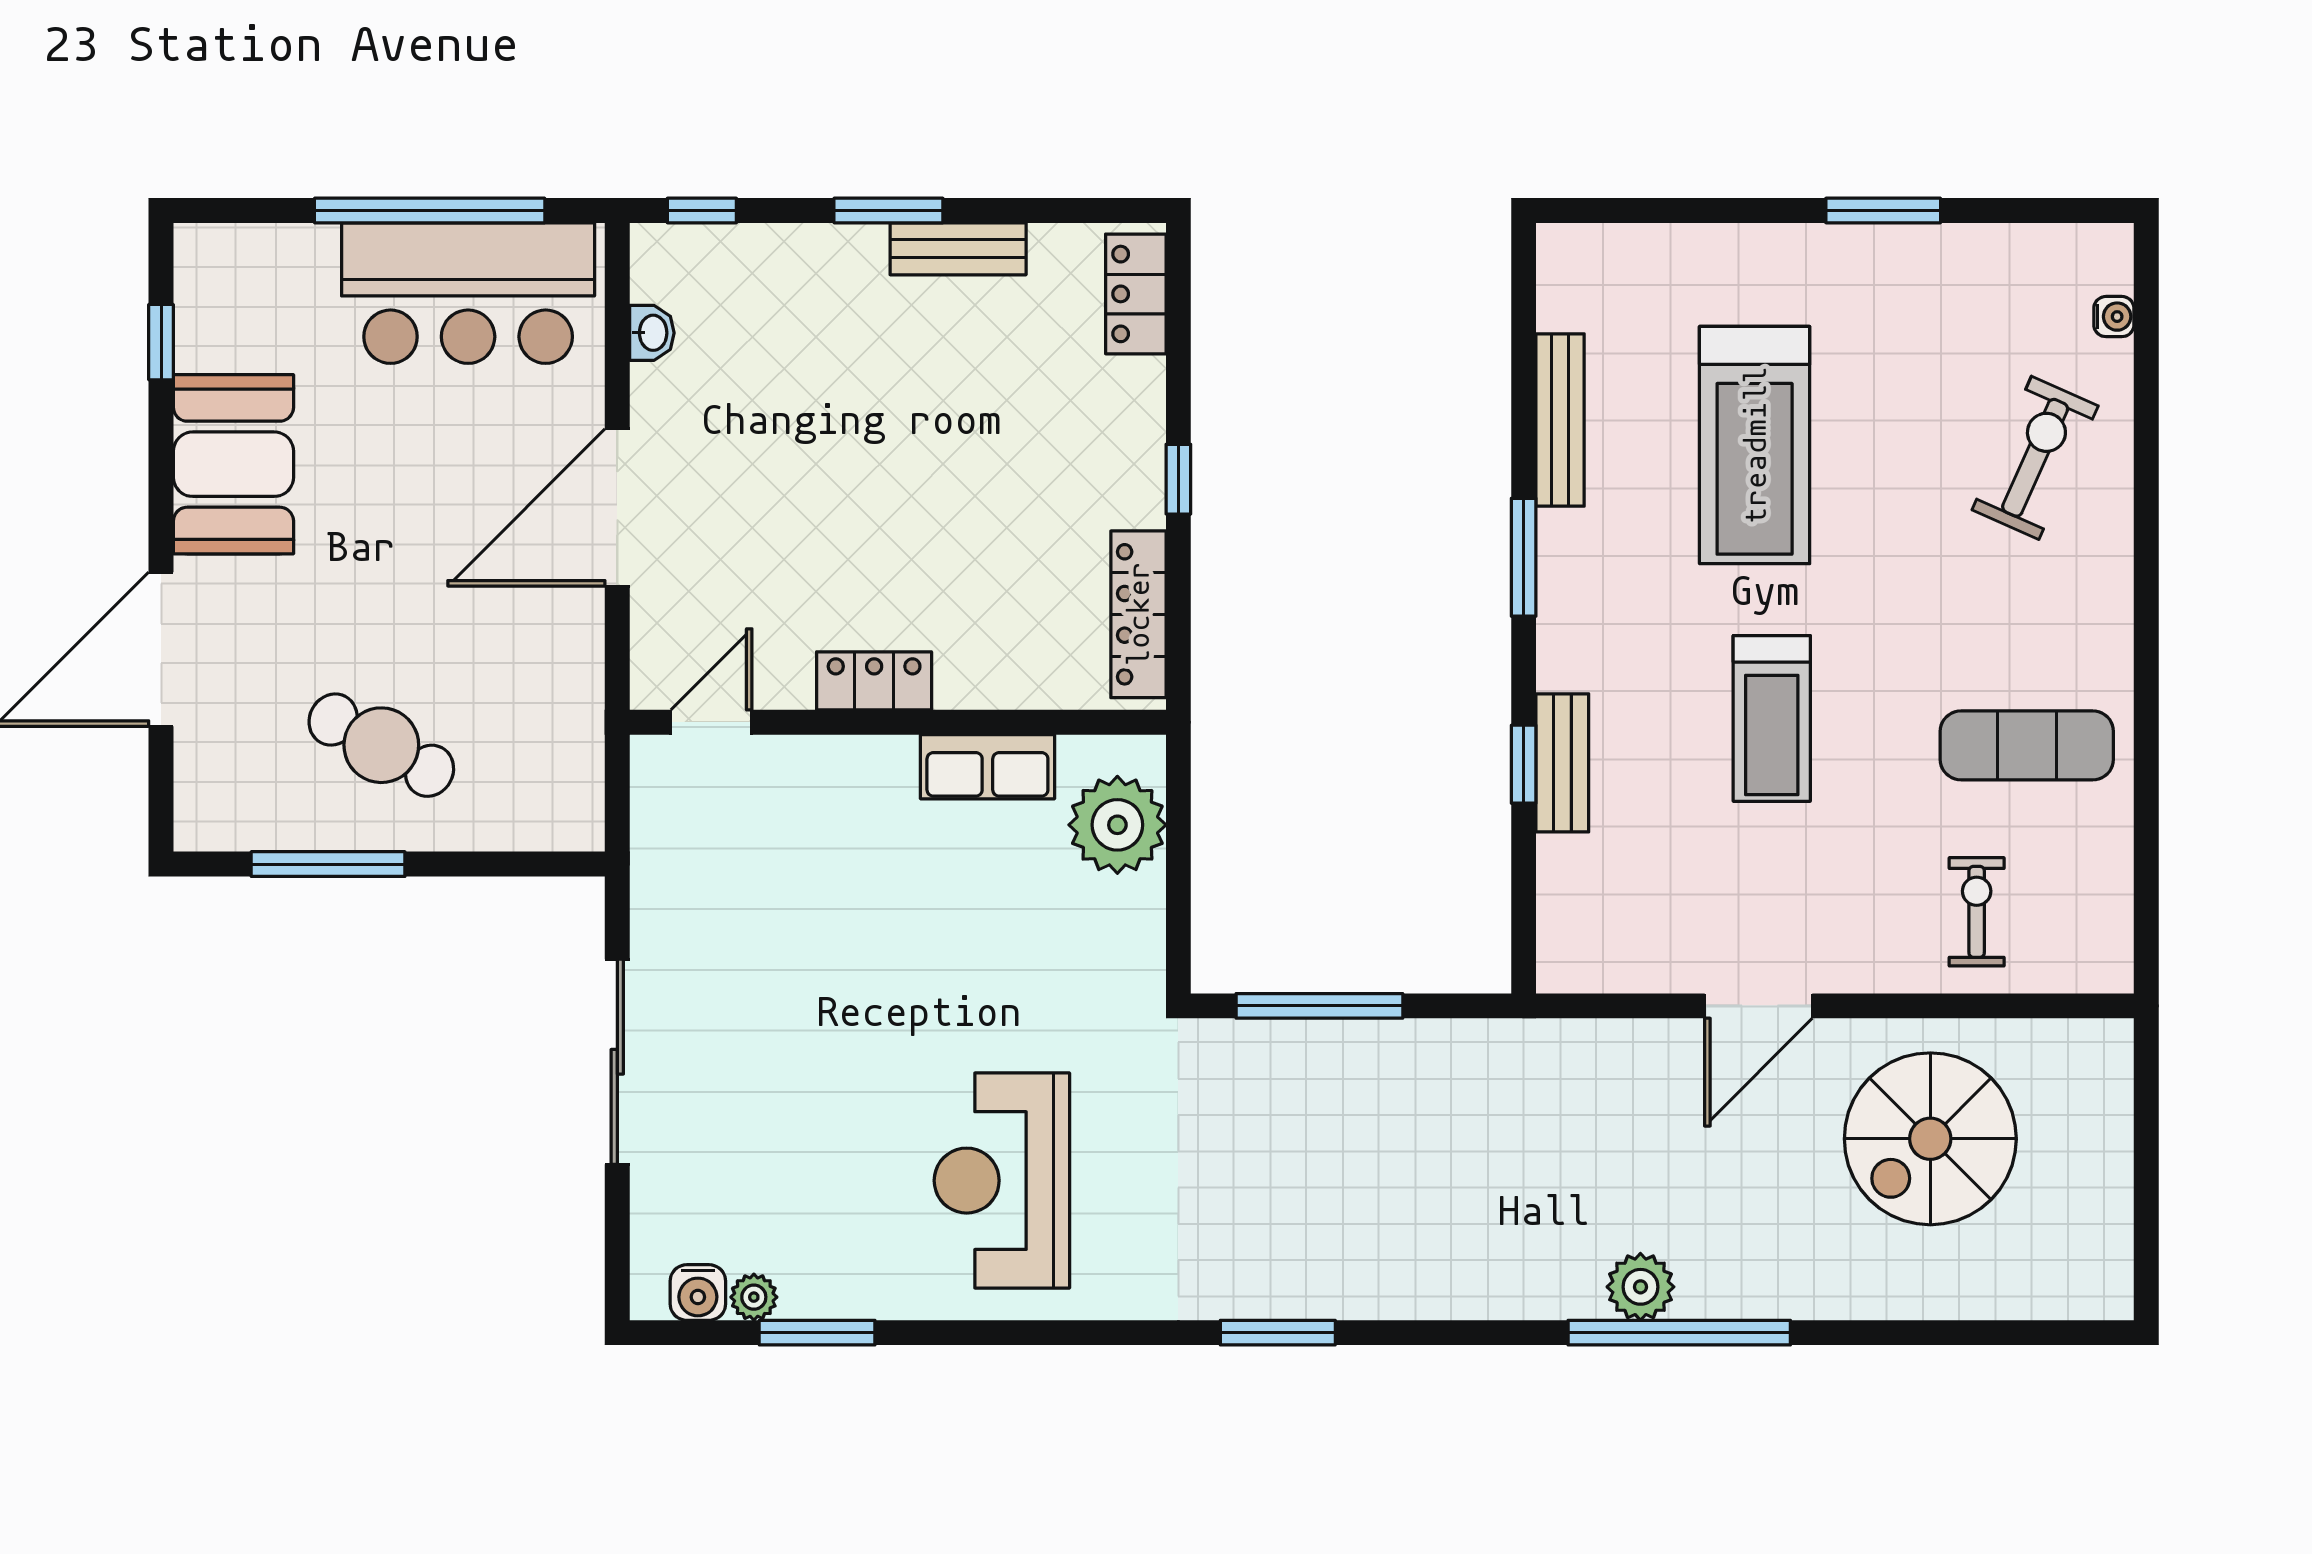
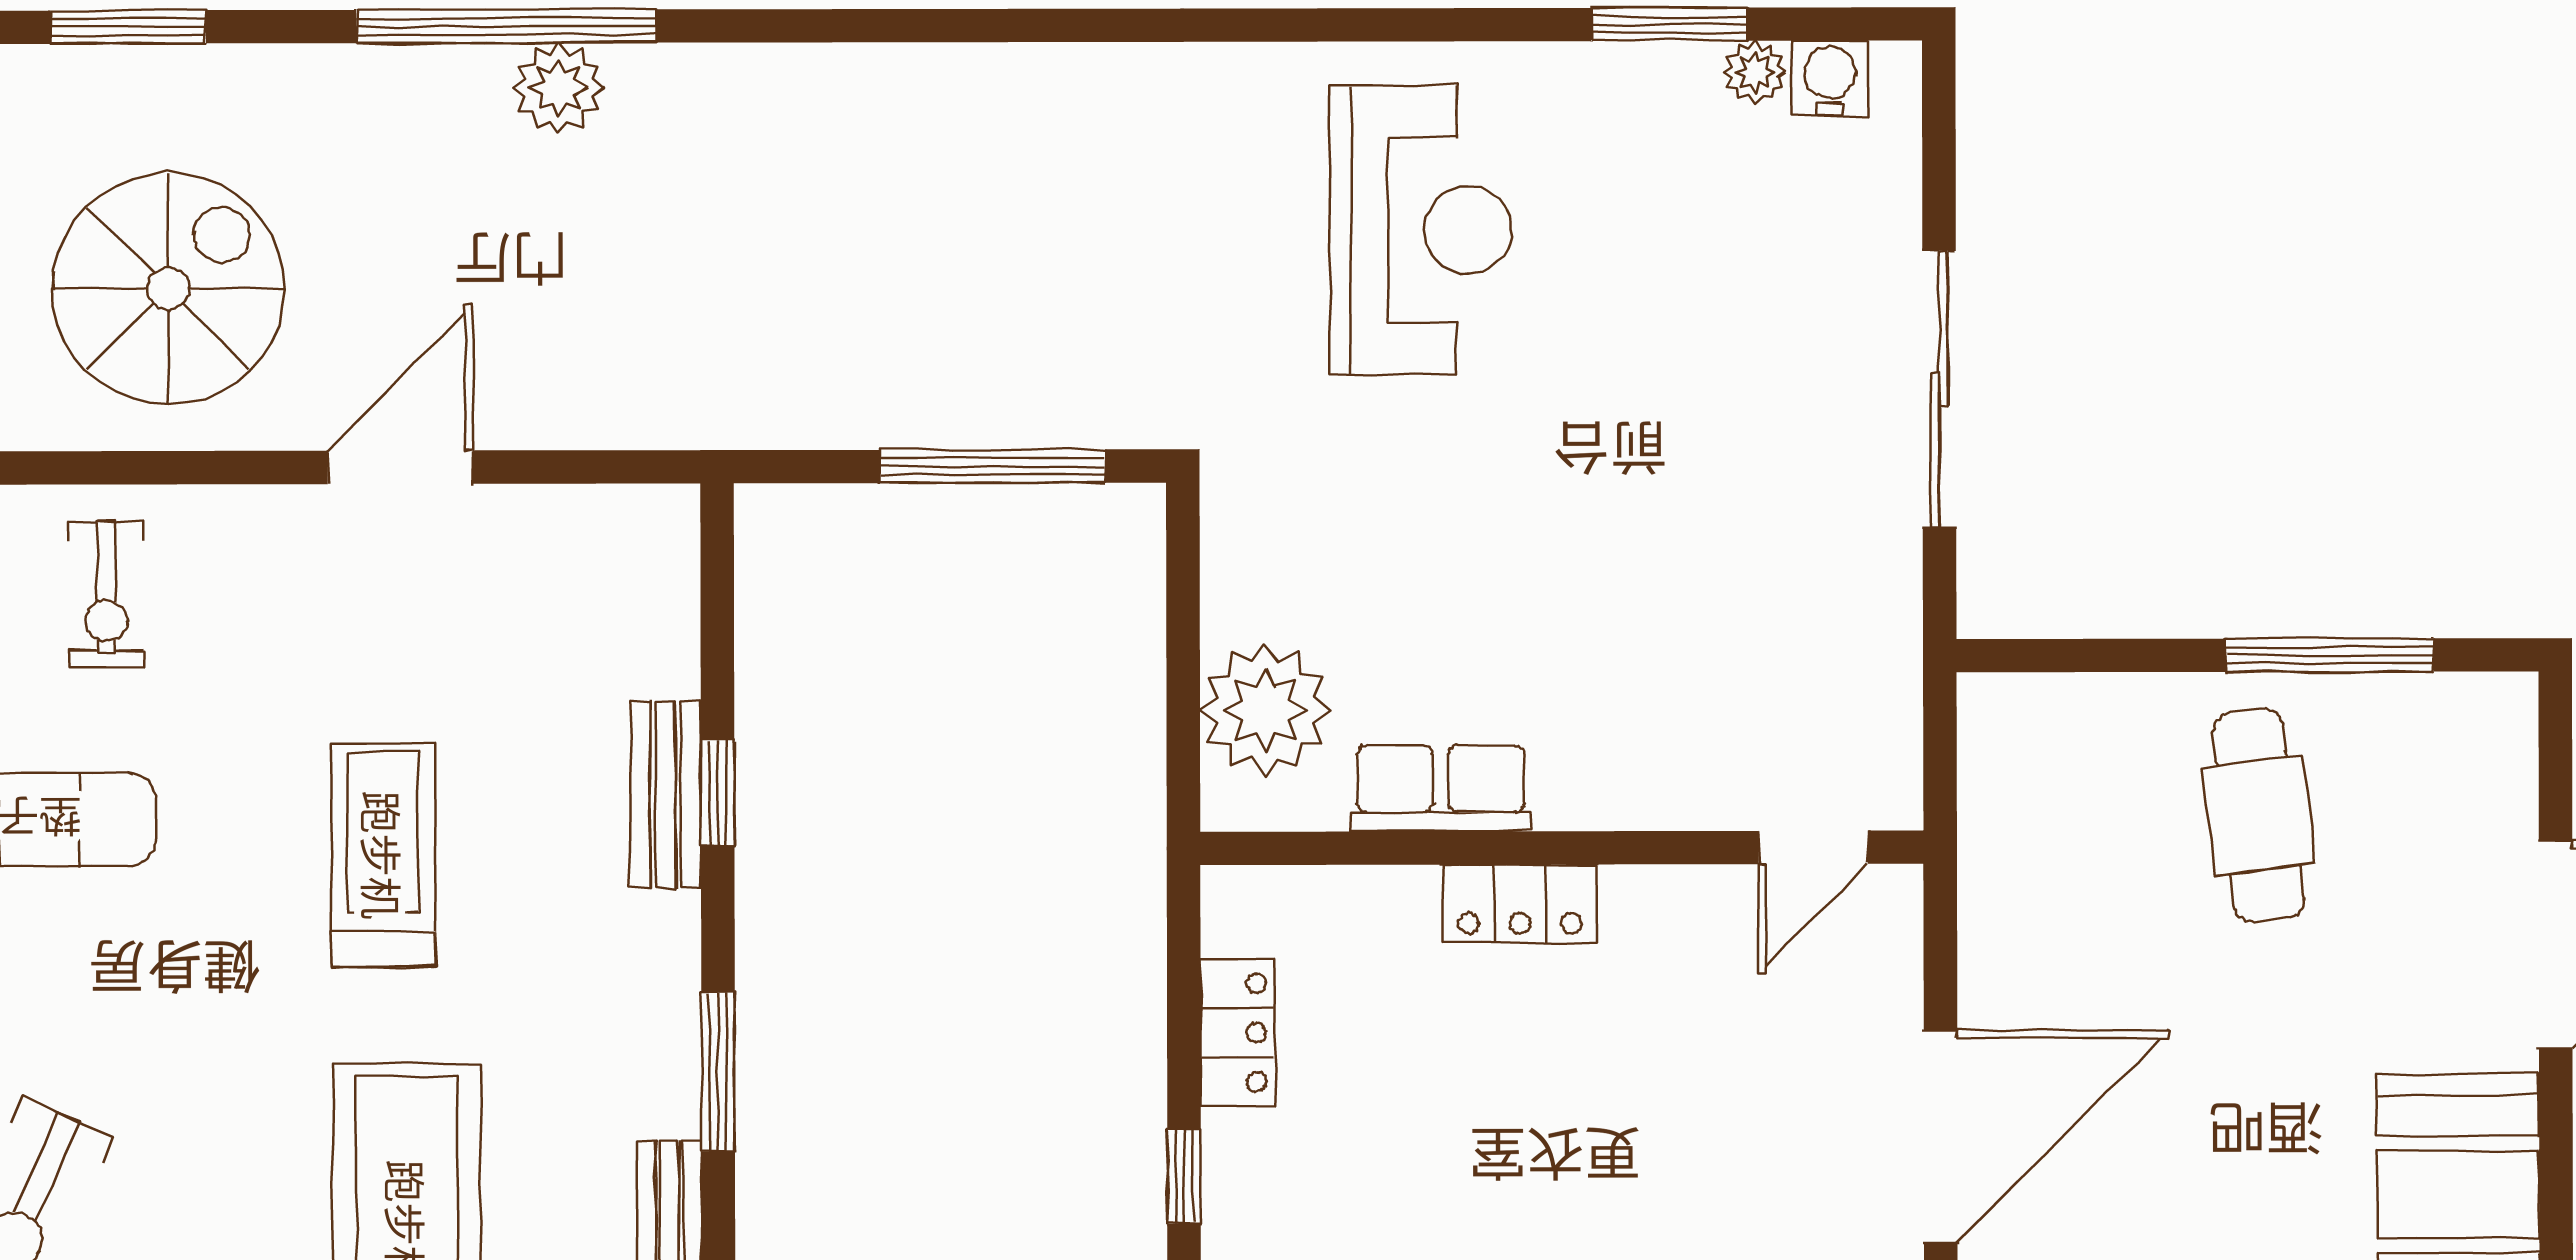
locker: (1138, 614) -> (1238, 1033), width x0.66
locker: (874, 681) -> (1520, 904), moved
cafe table: (381, 745) -> (2258, 816), turned 55
window: (1278, 1333) -> (128, 27), moved

